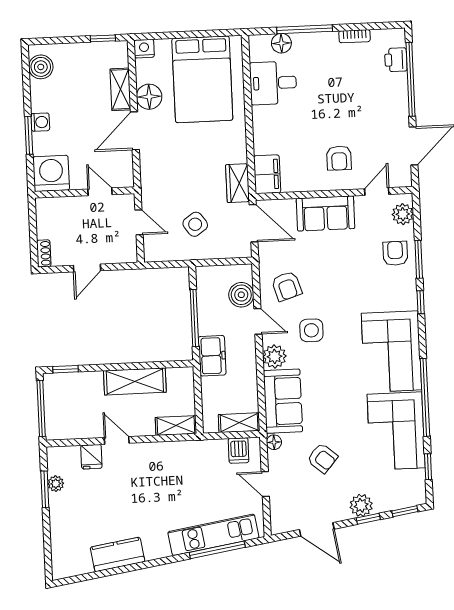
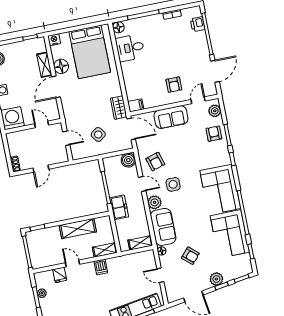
floor lamp: (281, 43) -> (118, 27), moved
filing cabinet: (267, 174) -> (136, 105), width x0.50
boiler: (241, 295) -> (128, 160), moved
dishwasher: (239, 451) -> (101, 267), moved

